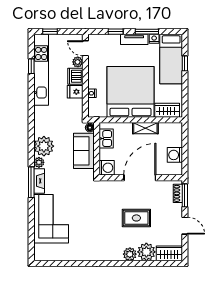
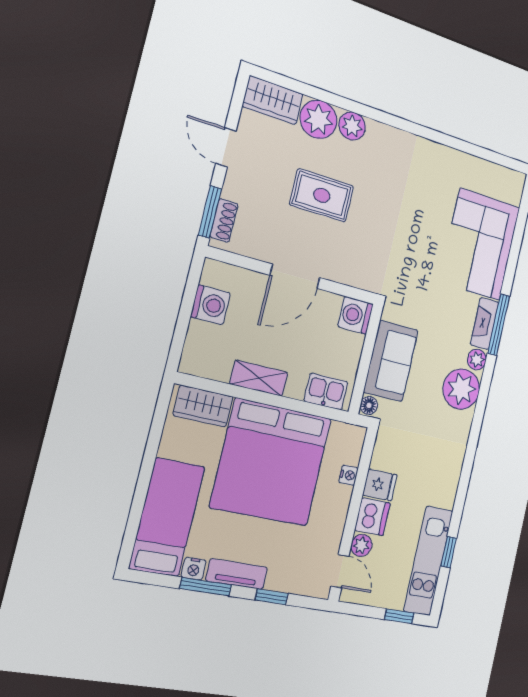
window: (185, 63) -> (139, 502), removed
kitchen unit: (41, 70) -> (428, 561), width x0.73
kitchen sink: (106, 139) -> (326, 392), moved, turned 90
door: (140, 178) -> (295, 276), width x0.73

